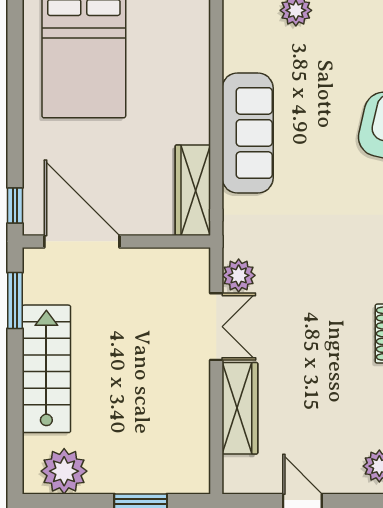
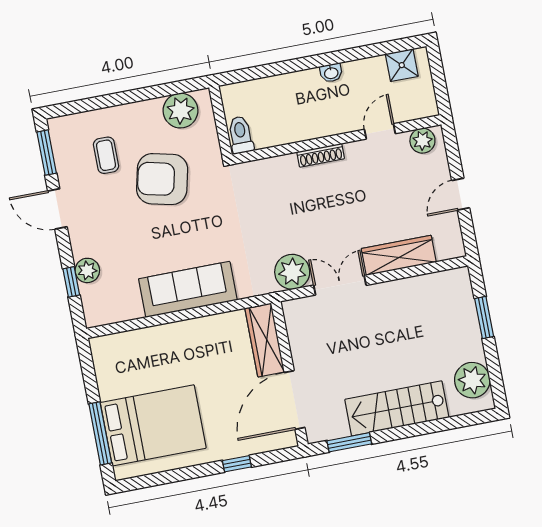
wardrobe: (193, 190) -> (265, 340), moved, turned 90
window: (15, 206) -> (237, 464), moved
plant: (239, 275) -> (292, 272), width x1.36, depth x1.36

